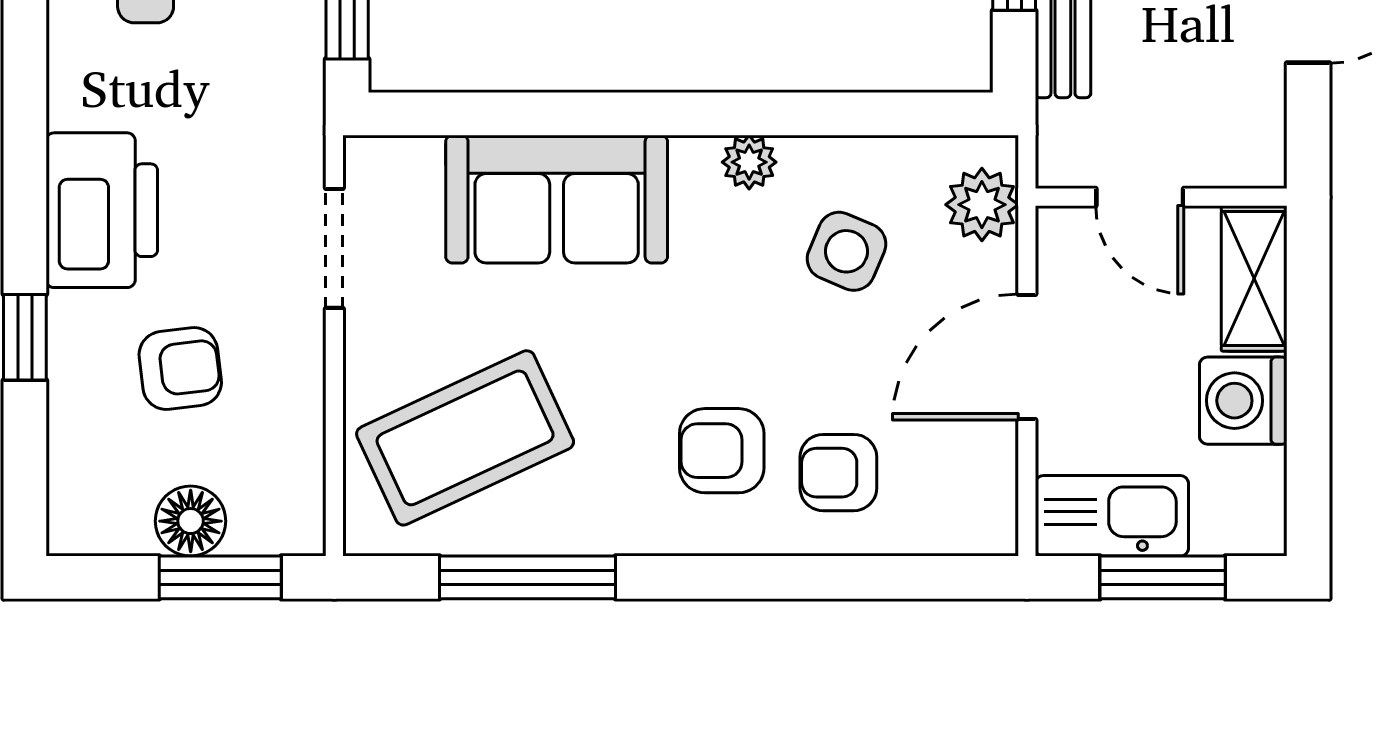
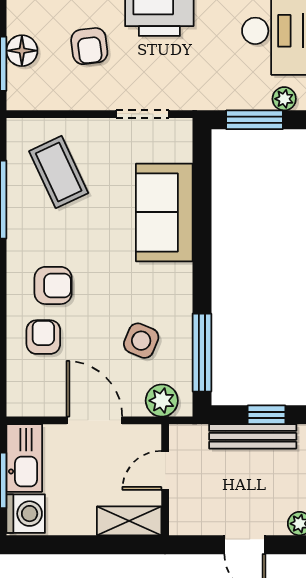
window: (874, 114) -> (202, 353), added
plant: (749, 162) -> (181, 298), removed
washing machine: (1243, 401) -> (26, 514), moved, turned 90
coffee table: (465, 438) -> (59, 172), width x0.73, depth x0.76
armchair: (722, 451) -> (53, 285), turned 90

